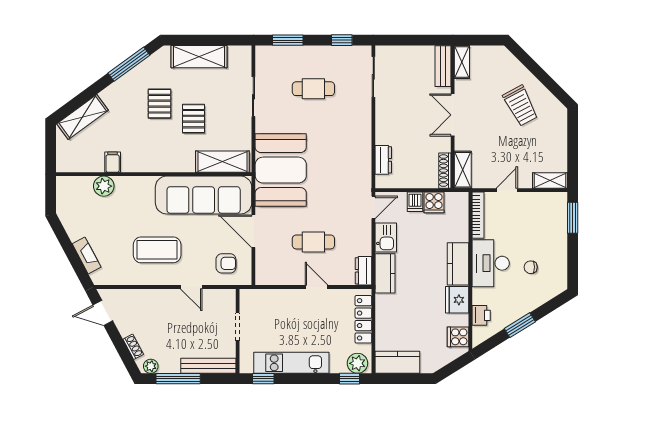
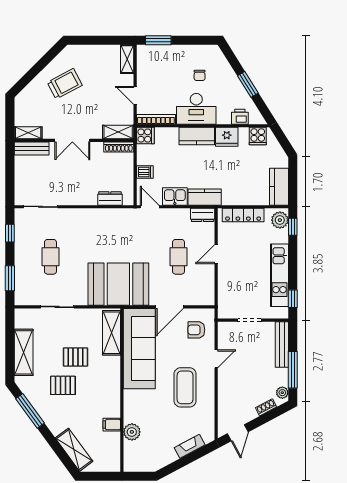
cooker: (434, 202) -> (145, 136), moved
armchair: (226, 263) -> (196, 330), turned -90

